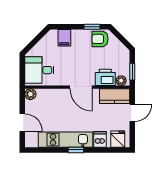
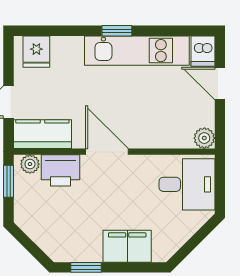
filing cabinet: (64, 38) -> (127, 246), width x2.00
armchair: (100, 39) -> (71, 244), removed
dishwasher: (100, 139) -> (203, 51), moved

